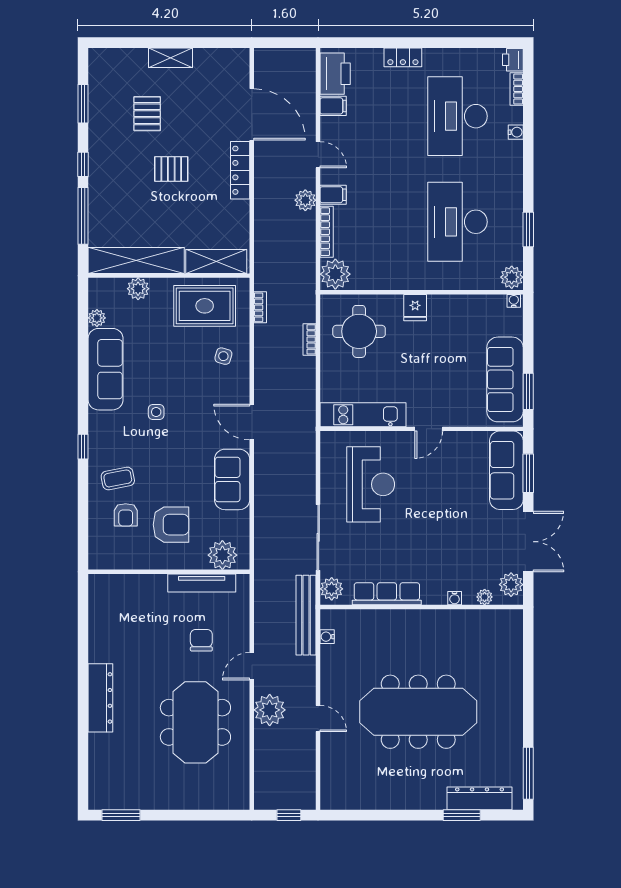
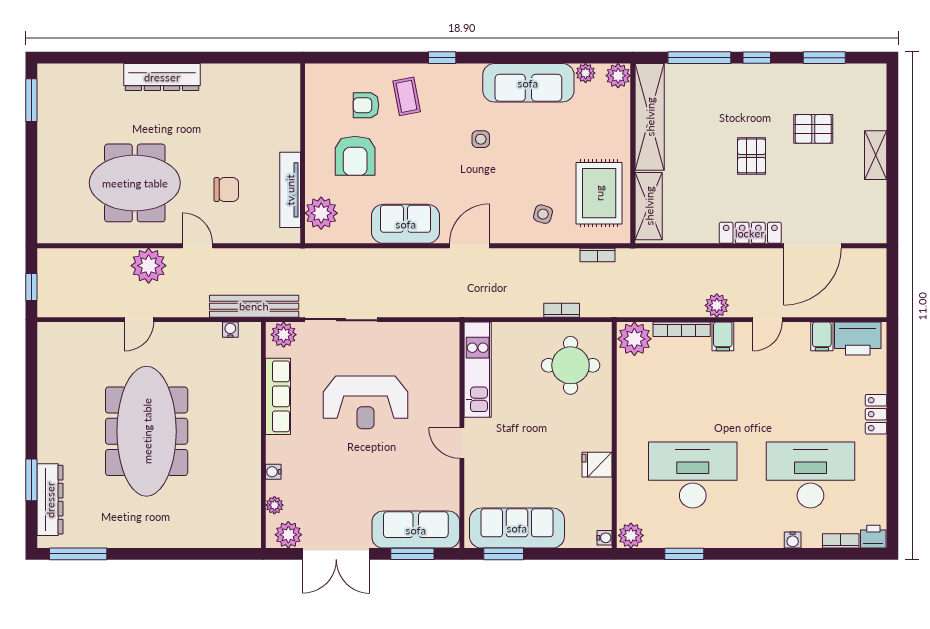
plant: (138, 289) -> (618, 76), moved
fridge: (415, 308) -> (597, 465), moved
reception desk: (371, 484) -> (365, 402), moved

